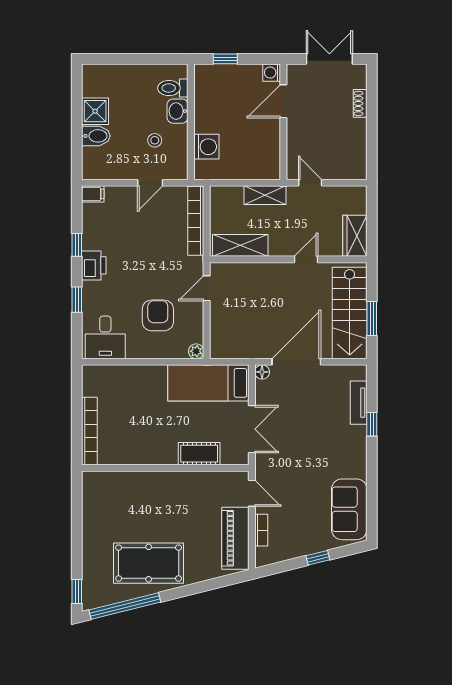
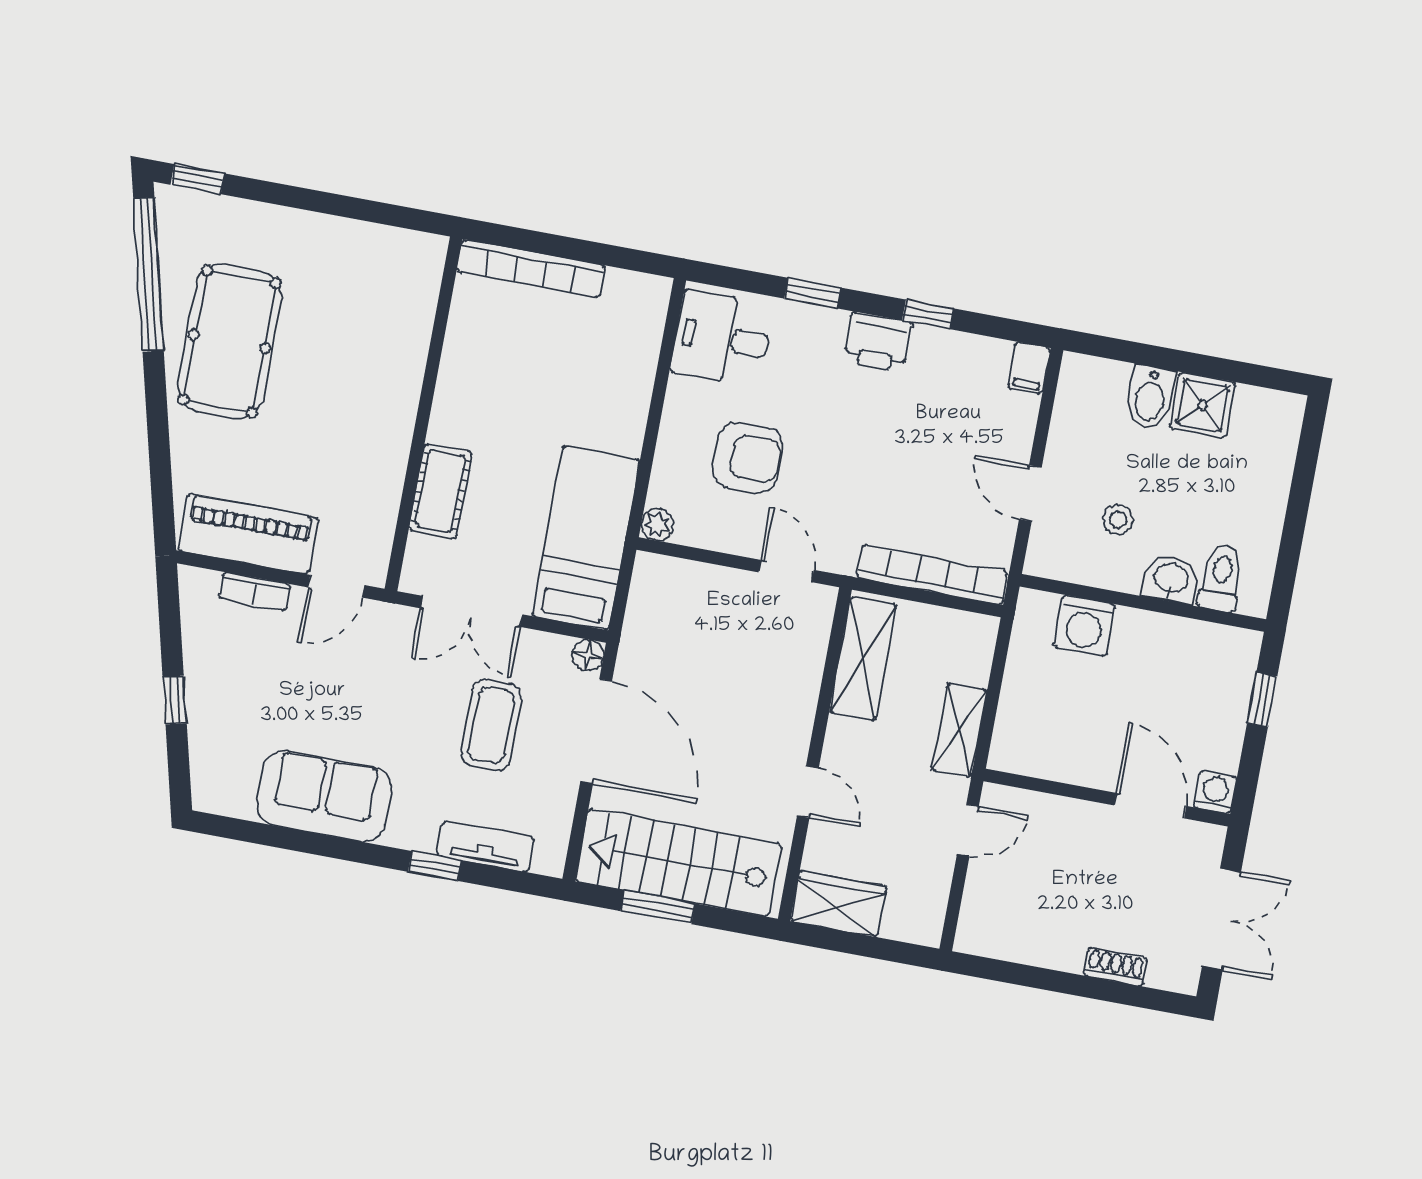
coffee table: (302, 410) -> (491, 725), added
sofa: (349, 509) -> (324, 796), moved

